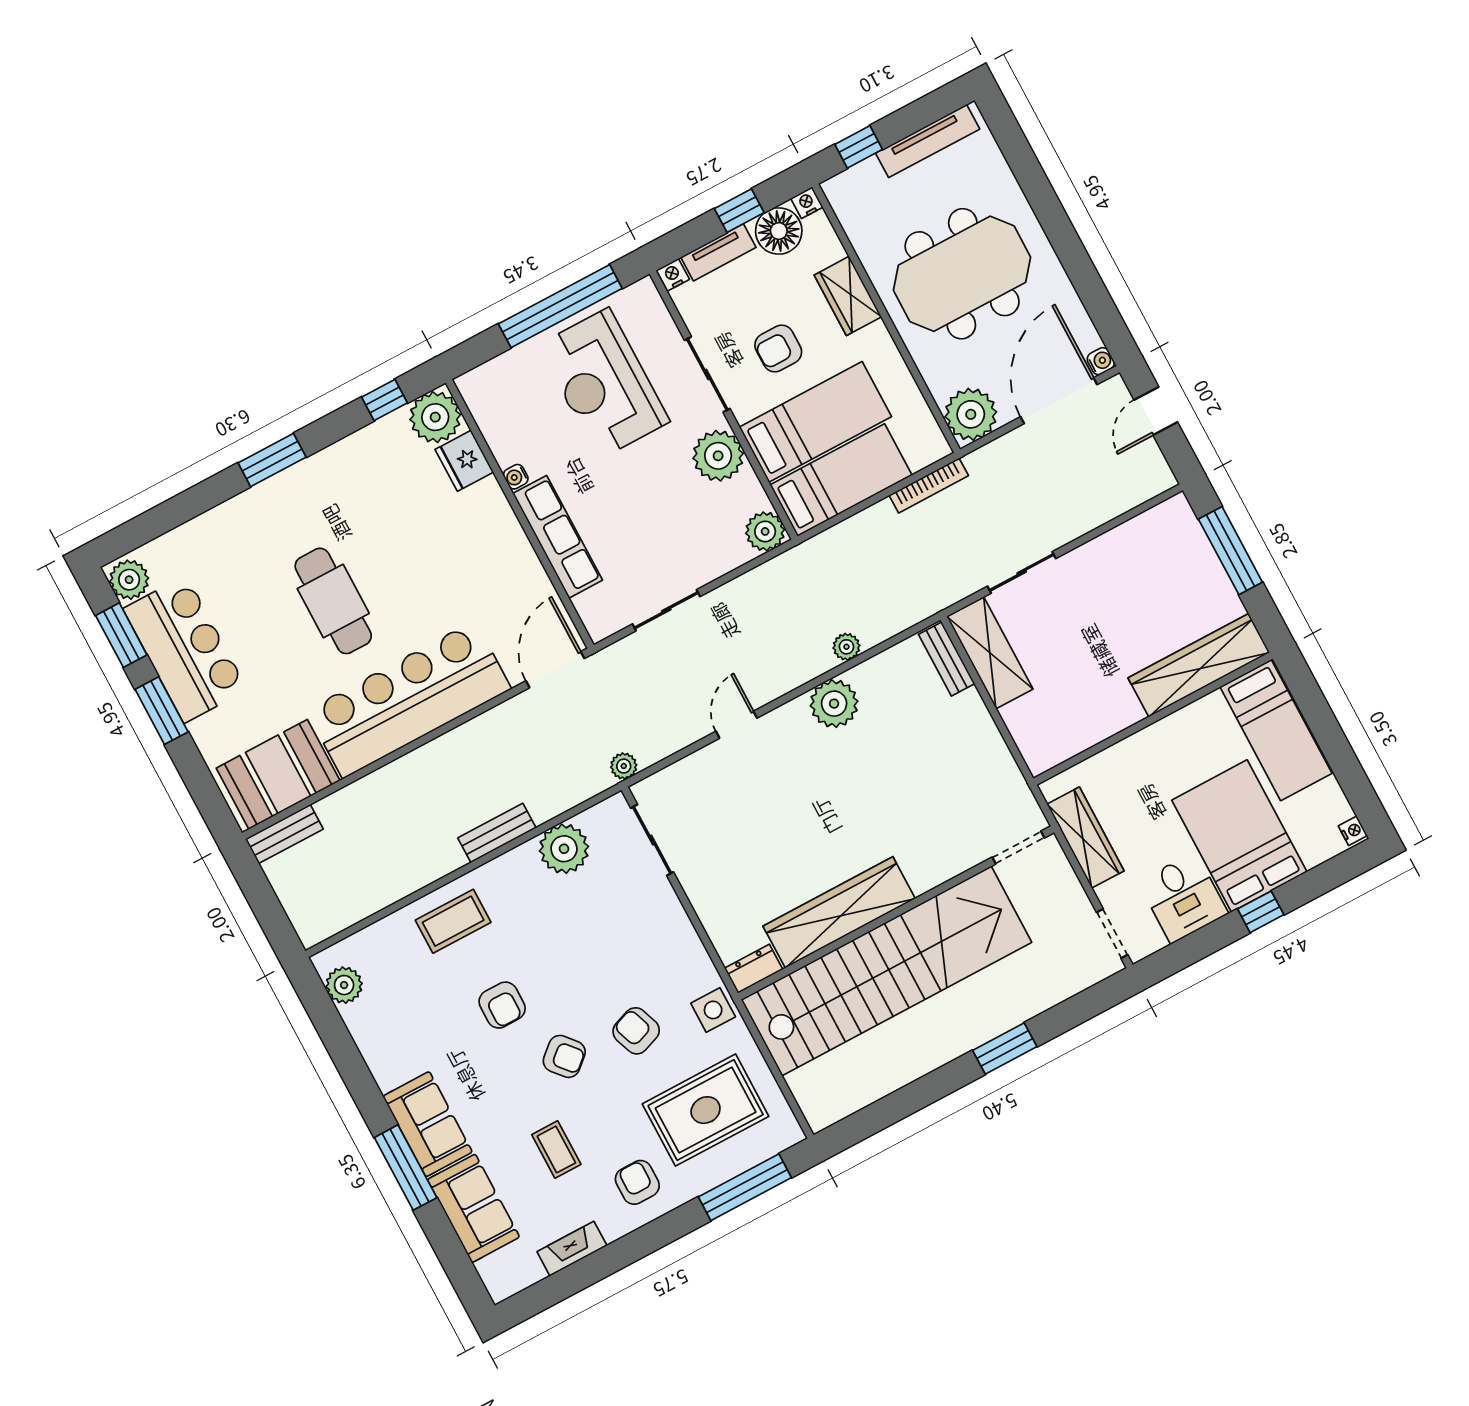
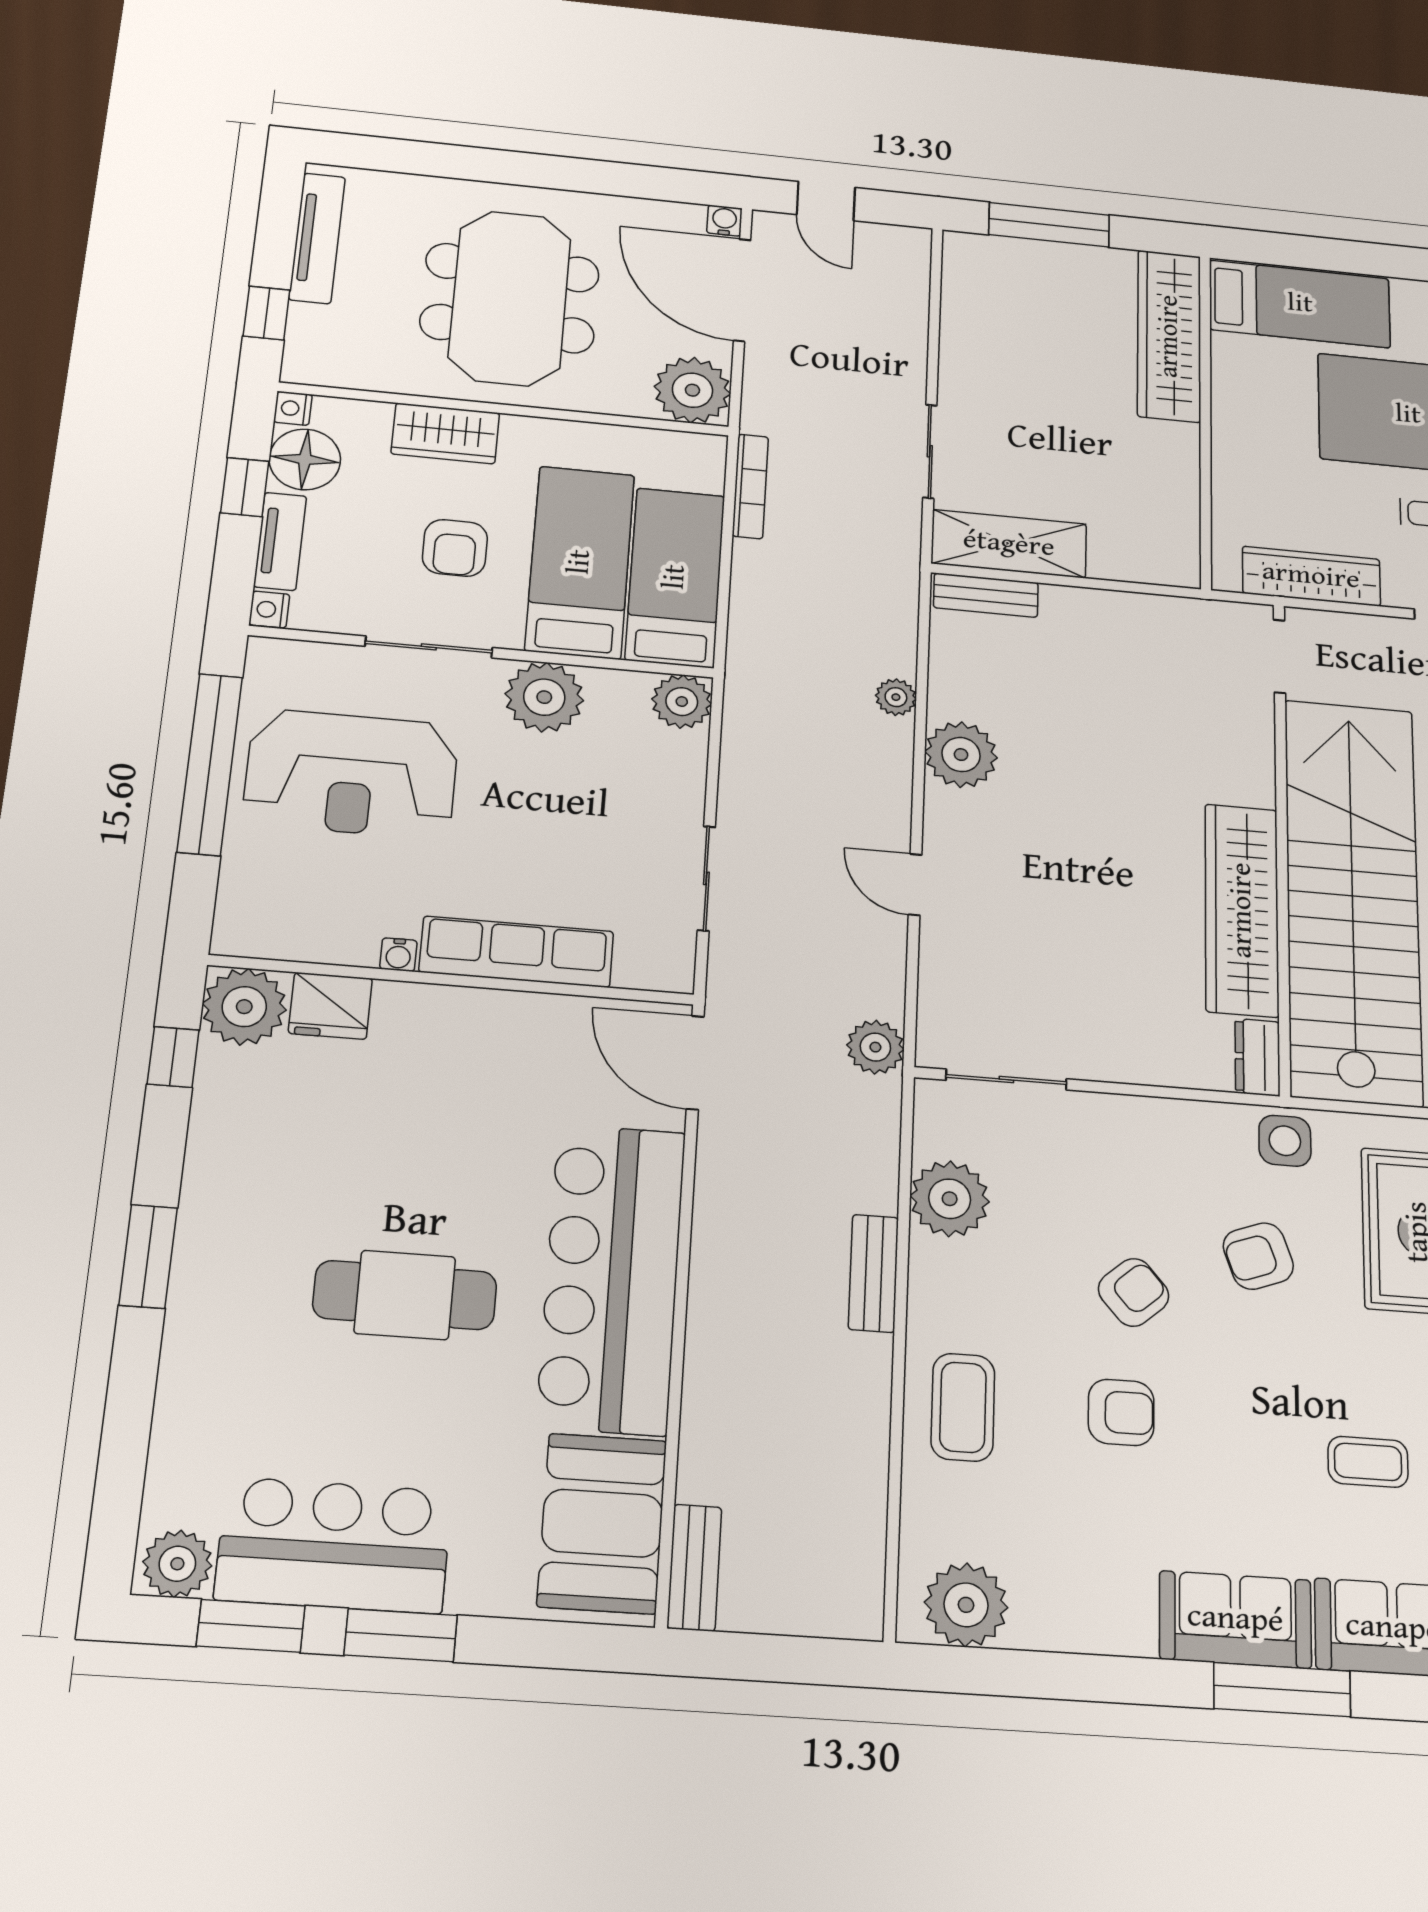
plant: (624, 766) -> (875, 1047), width x1.38, depth x1.38
plant: (344, 985) -> (966, 1605), width x1.36, depth x1.36
armchair: (564, 1056) -> (1134, 1292), moved

